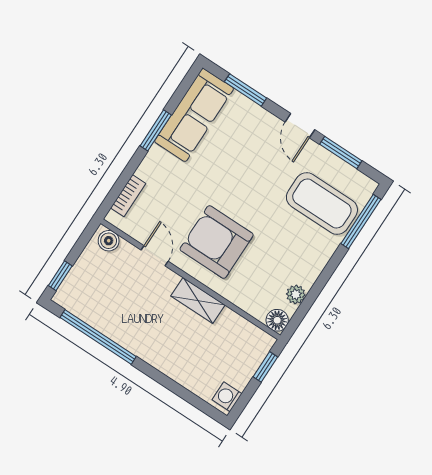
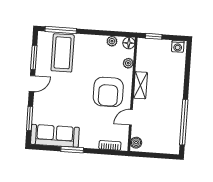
window: (60, 276) -> (165, 156), removed
plant: (245, 301) -> (128, 63), added

